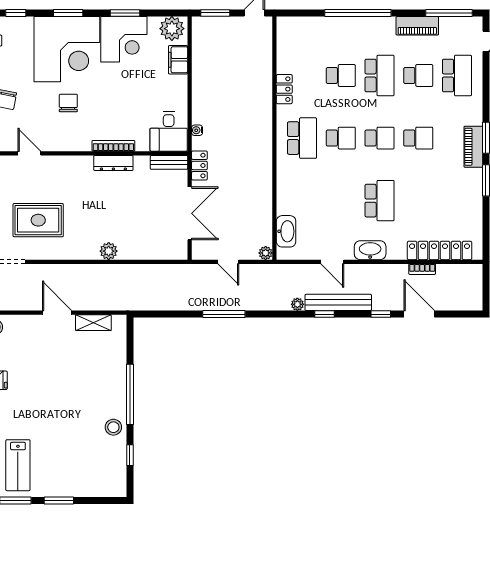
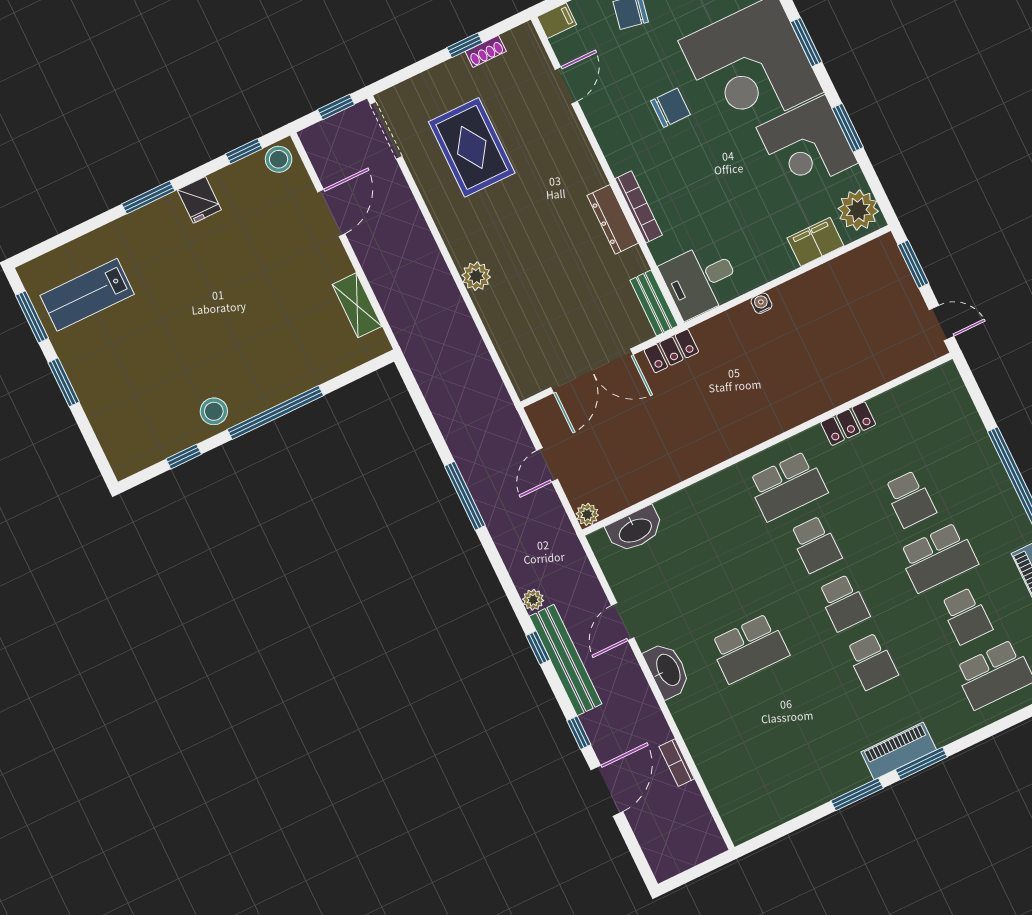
water cooler: (197, 130) -> (761, 303), moved
locker: (440, 250) -> (718, 775), removed
door: (57, 313) -> (331, 213), moved

